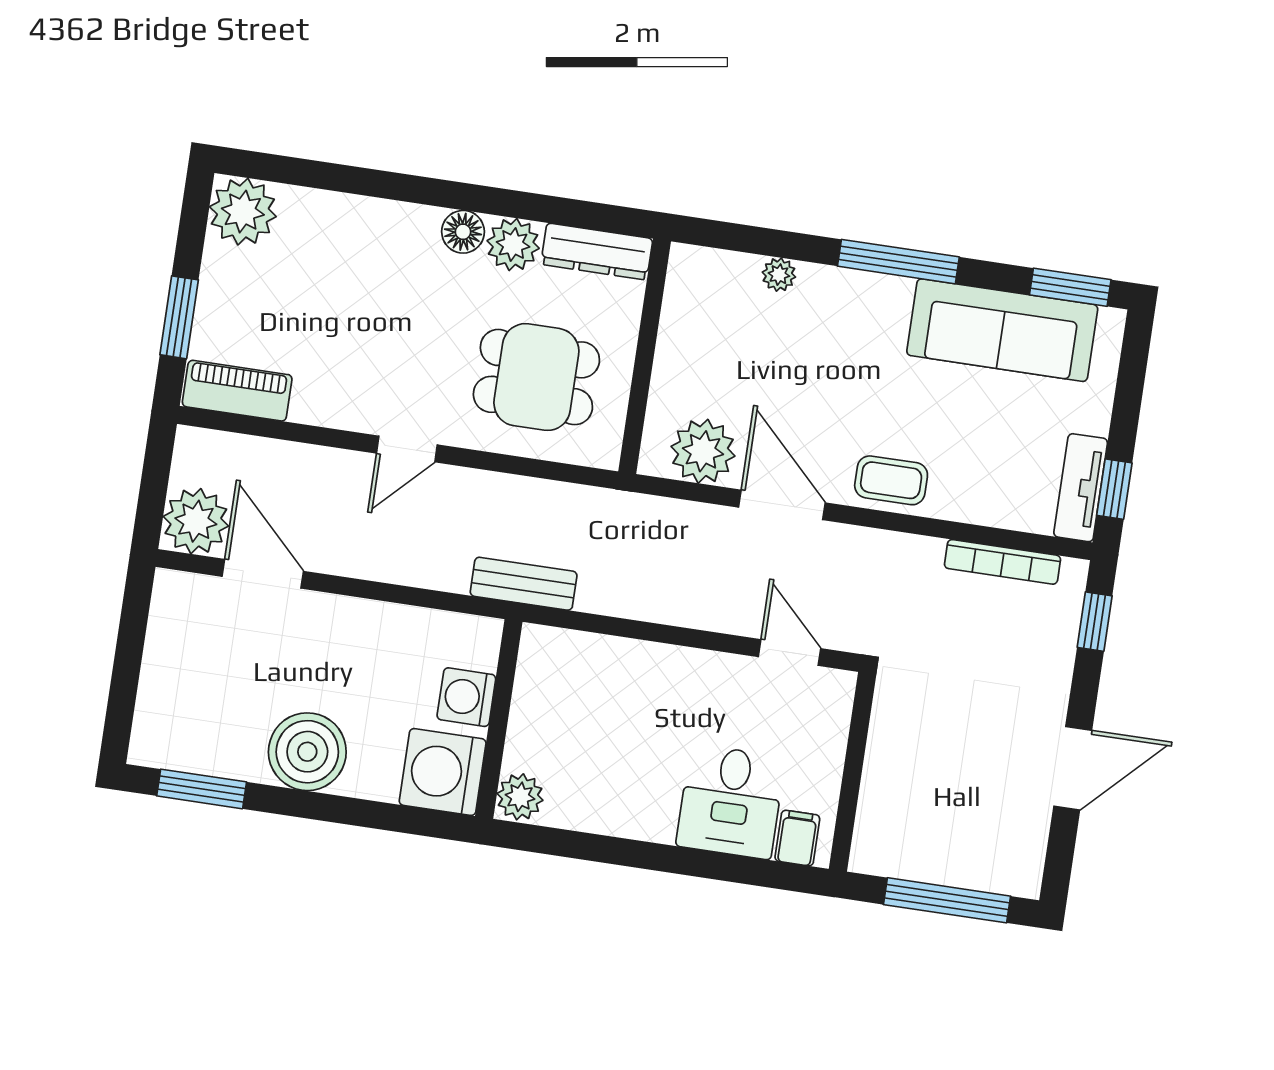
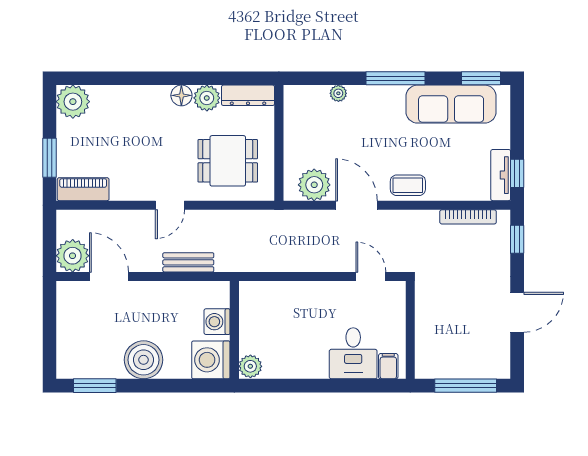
bench: (524, 584) -> (188, 262), moved

